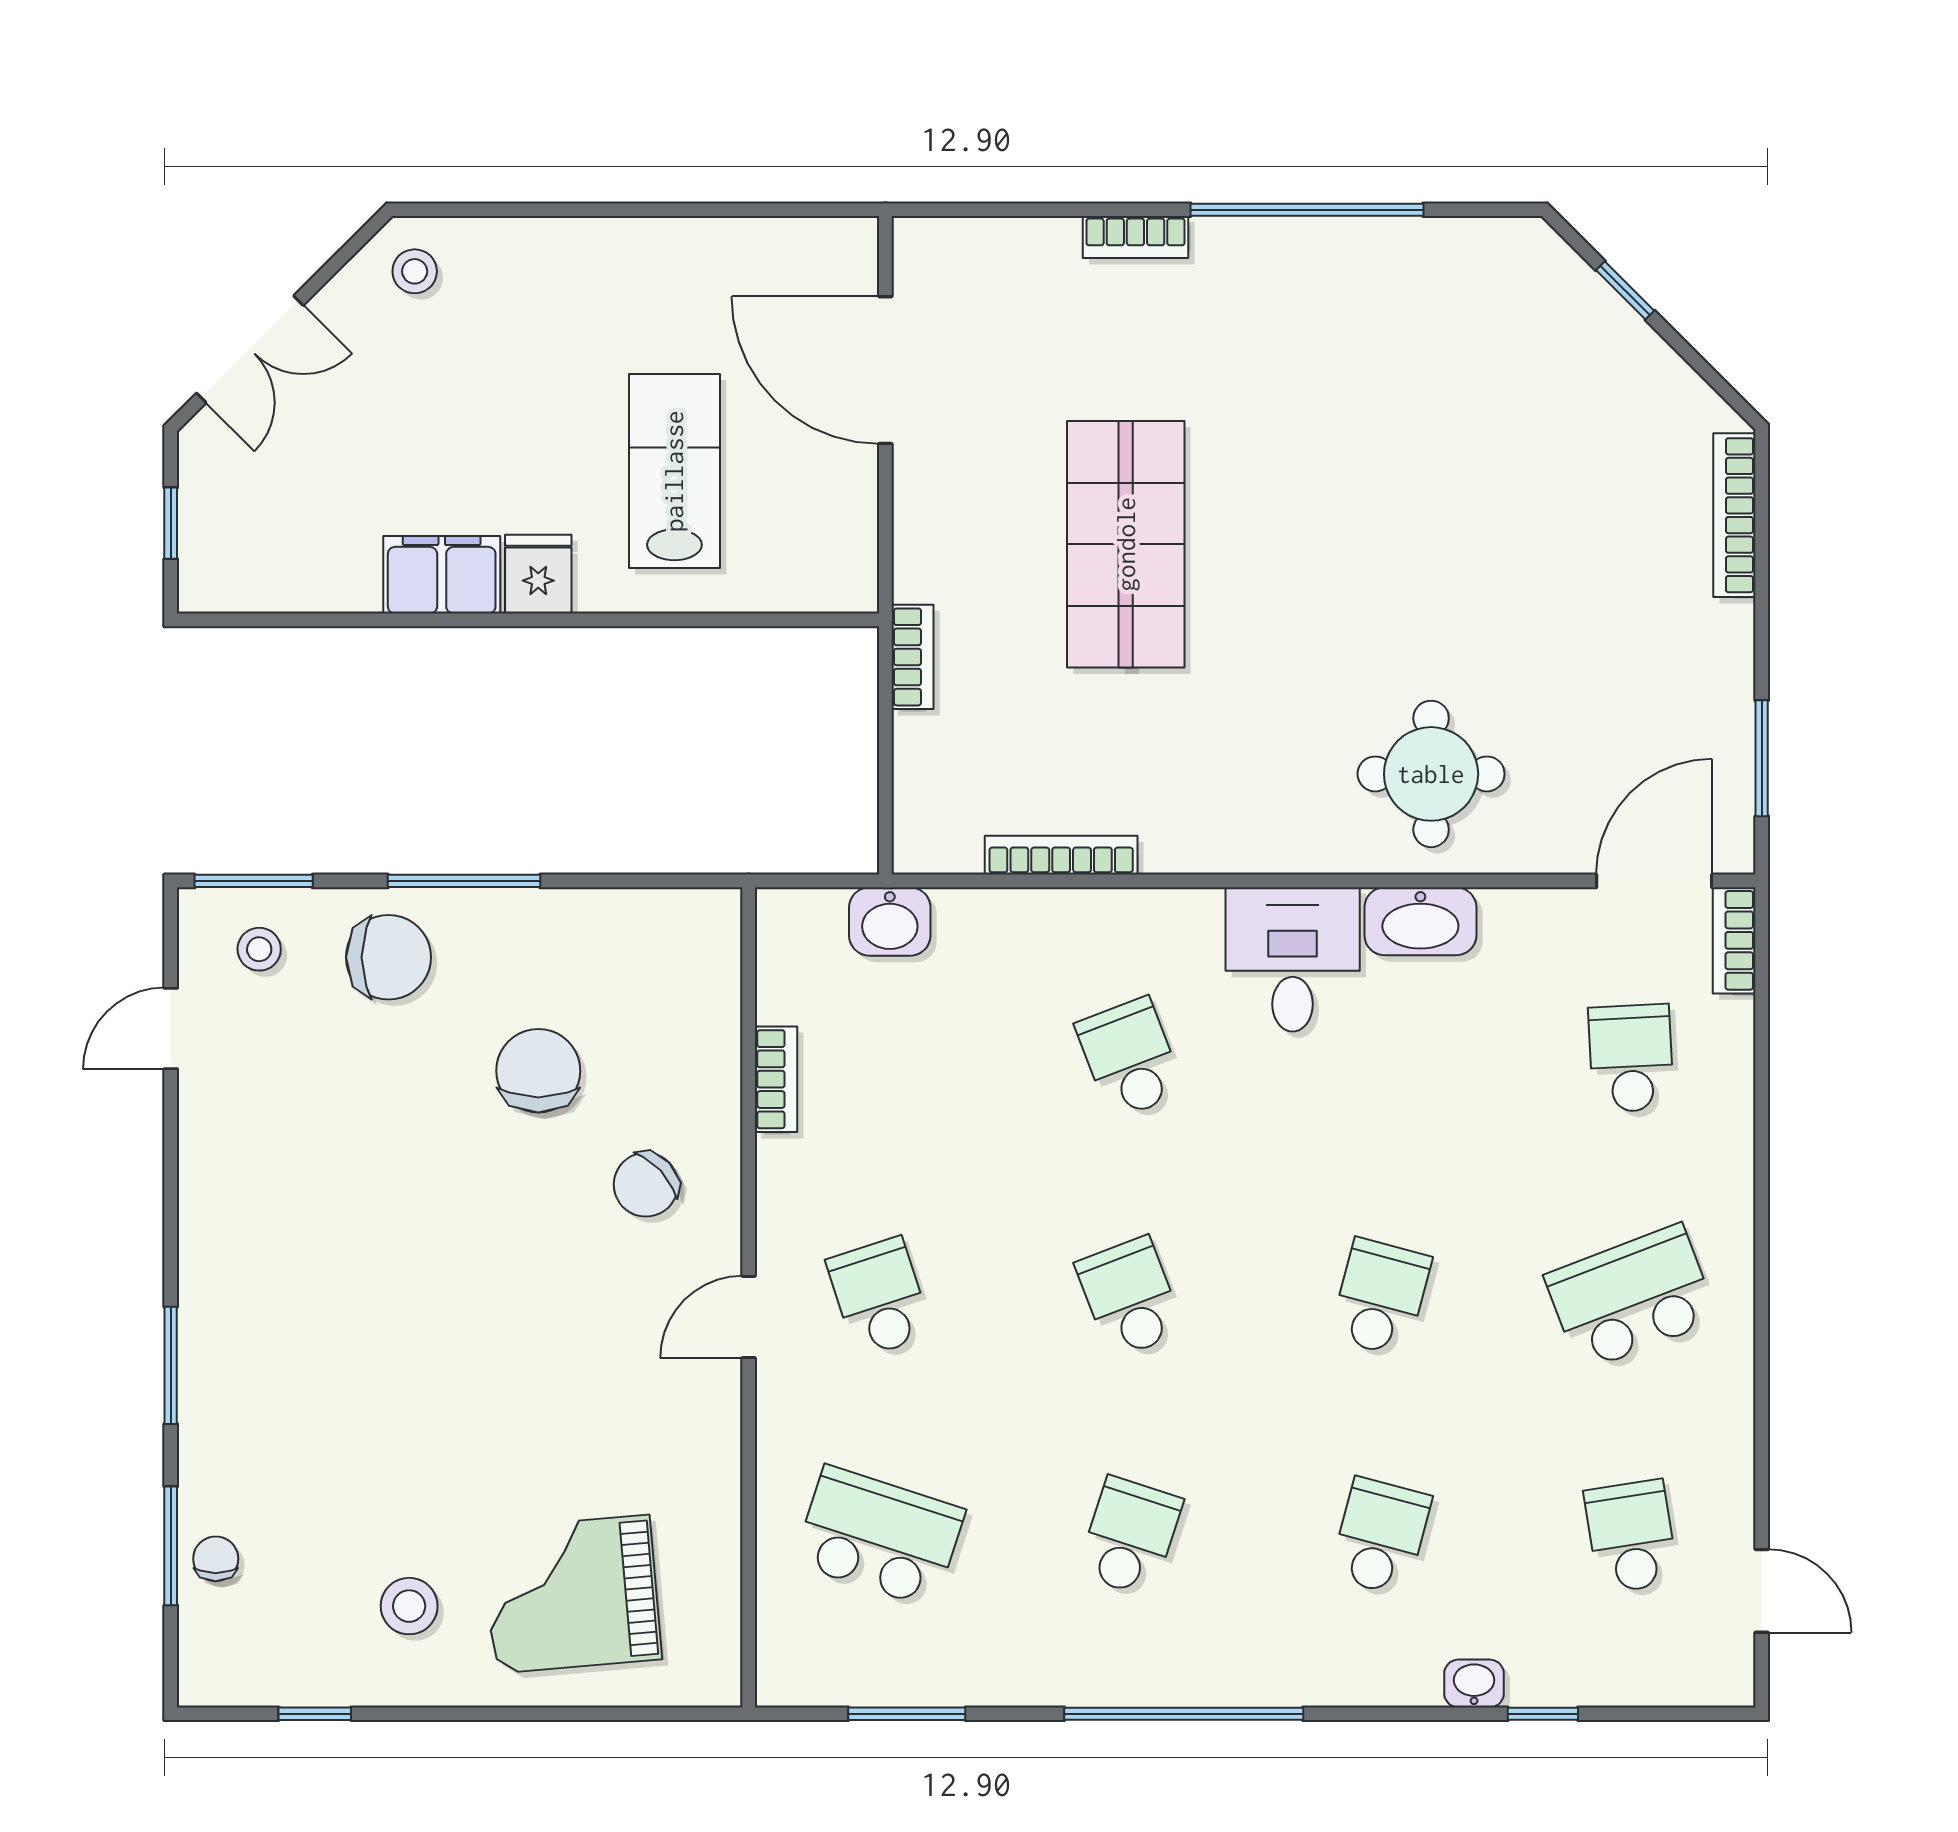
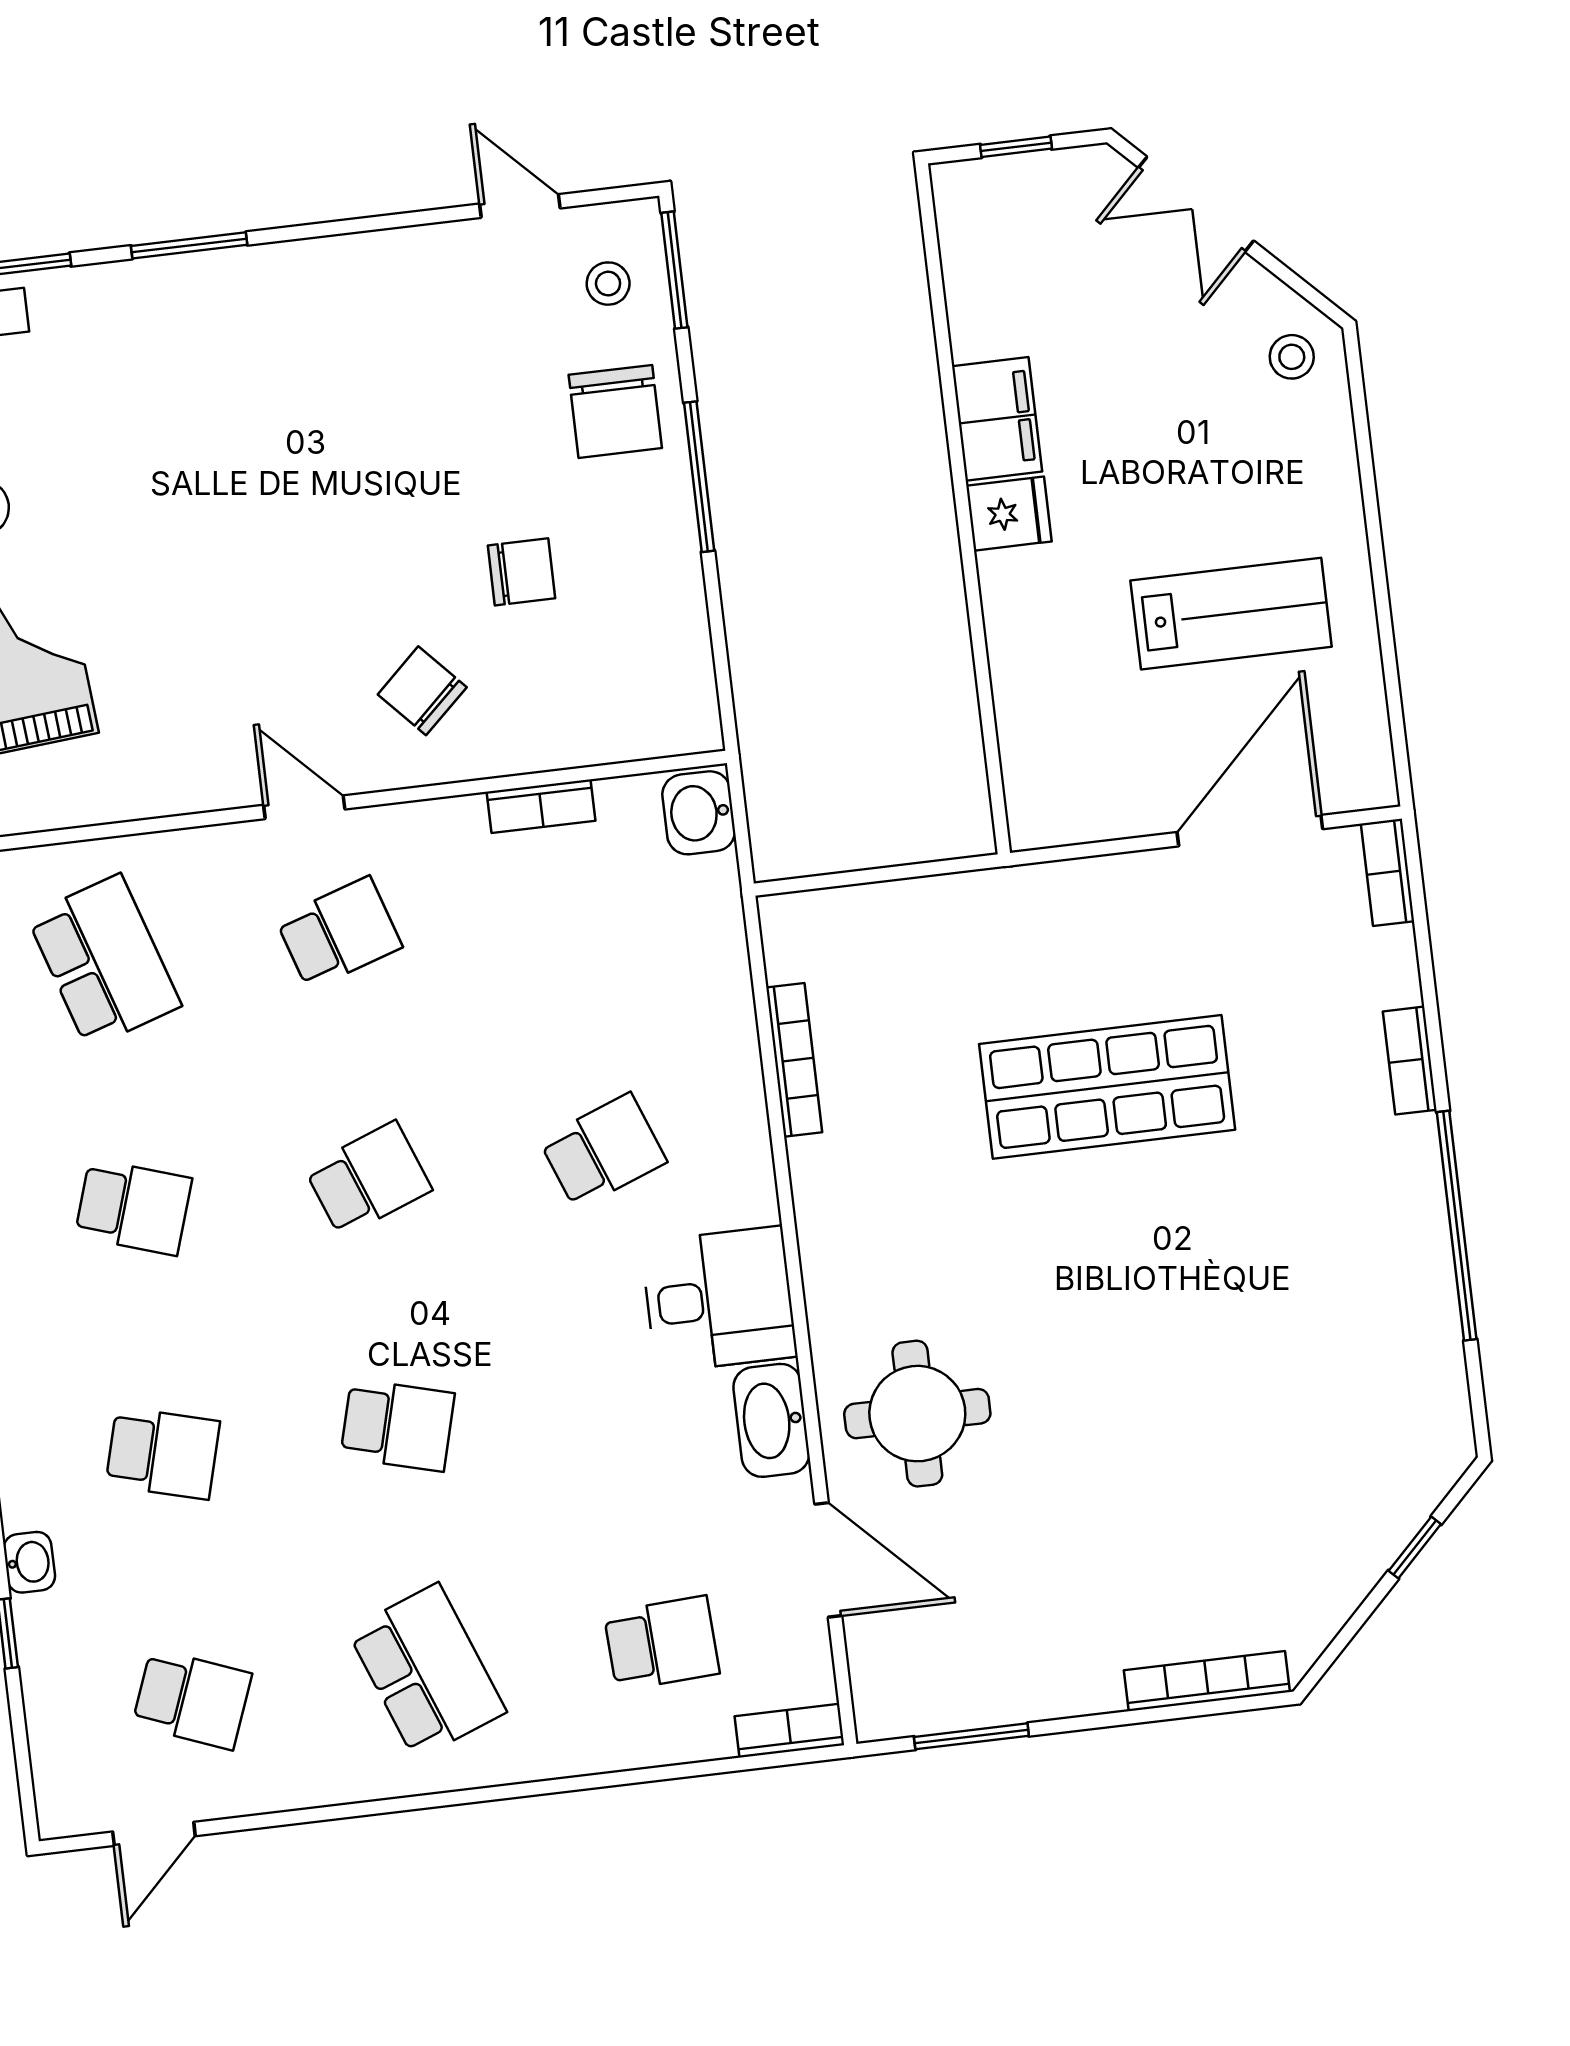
lab bench: (674, 471) -> (1231, 614), moved
bookcase: (913, 657) -> (1388, 872), moved, turned 90
door: (1654, 881) -> (828, 1560), moved
washbasin: (890, 922) -> (699, 813), moved
chair: (538, 1071) -> (522, 572), width x0.73, depth x0.73
school desk: (879, 1537) -> (104, 961), turned -36
school desk: (1631, 1537) -> (192, 1699), turned 30

